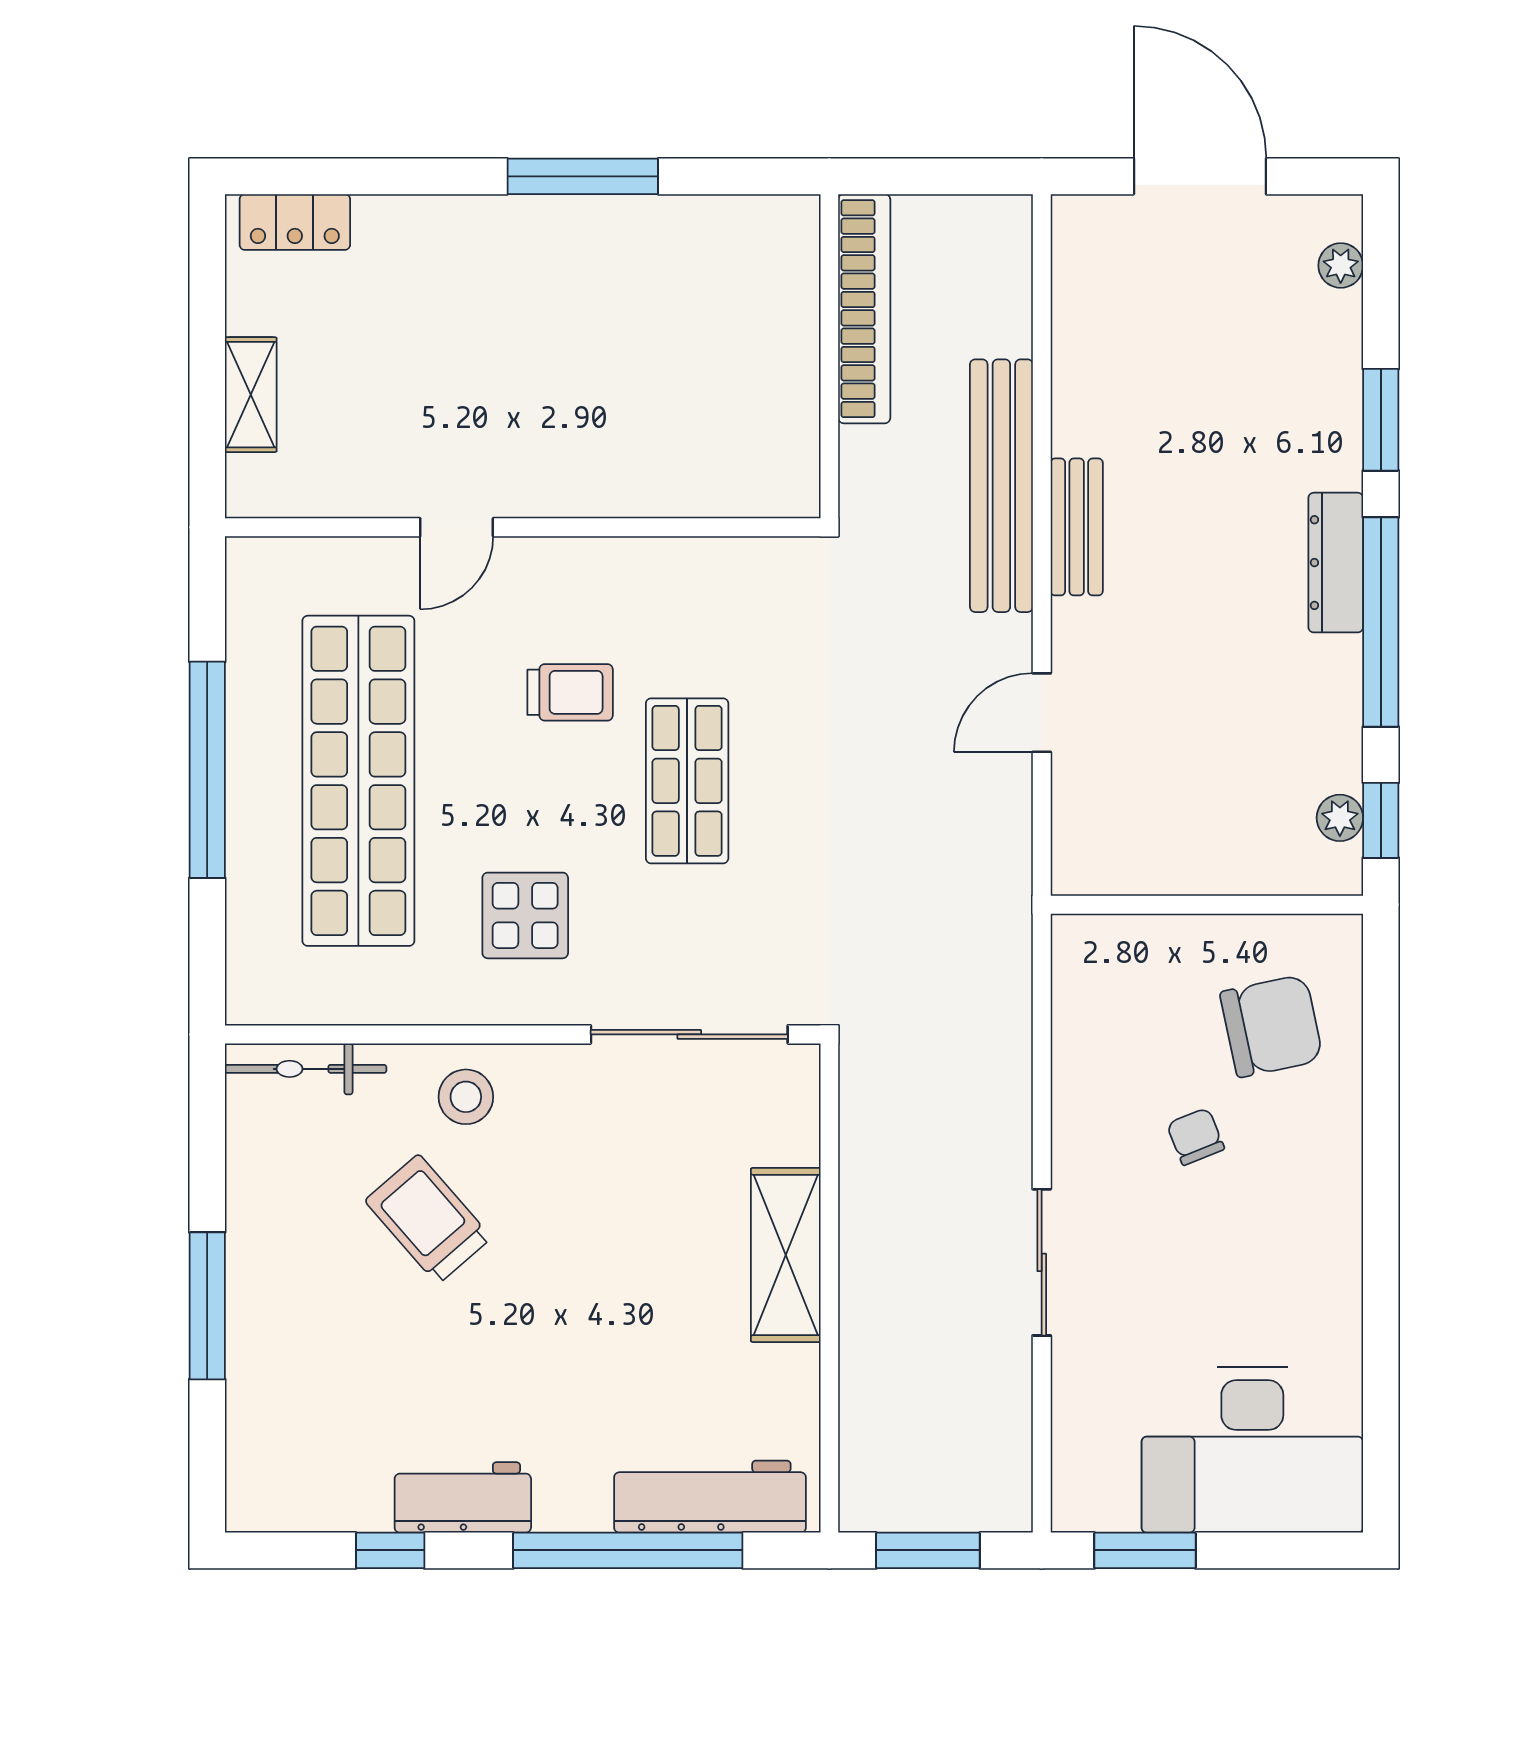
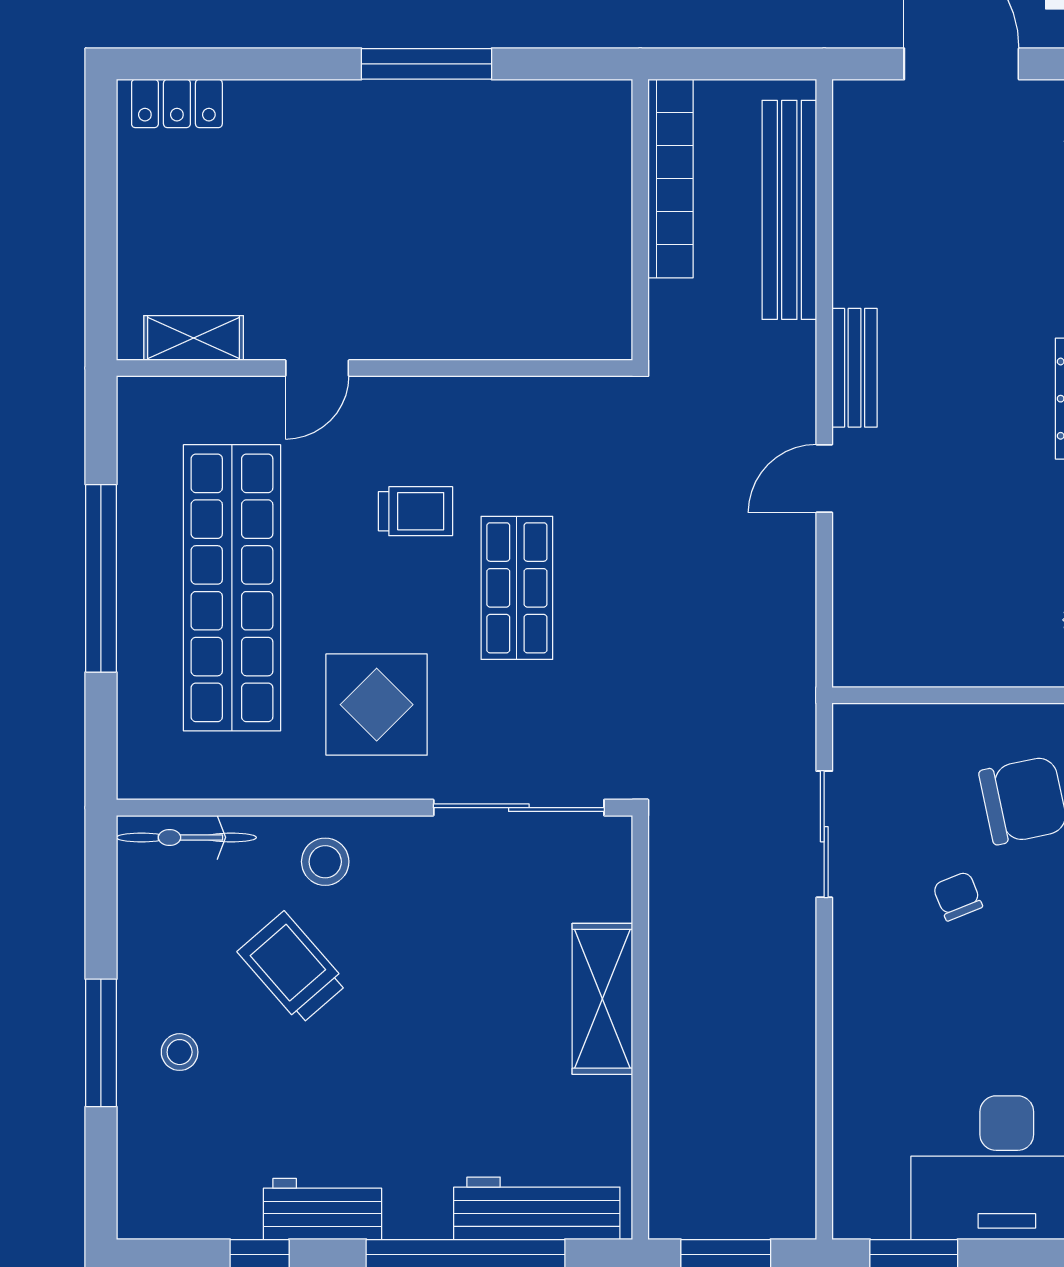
shelving: (251, 395) -> (194, 338), moved, turned 90
bench: (1001, 486) -> (789, 210), moved
door: (1042, 713) -> (824, 478), moved
display table: (525, 915) -> (377, 705), width x1.36, depth x1.36
sliding door: (1042, 1262) -> (824, 834), moved
stool: (298, 1316) -> (180, 1052), added

